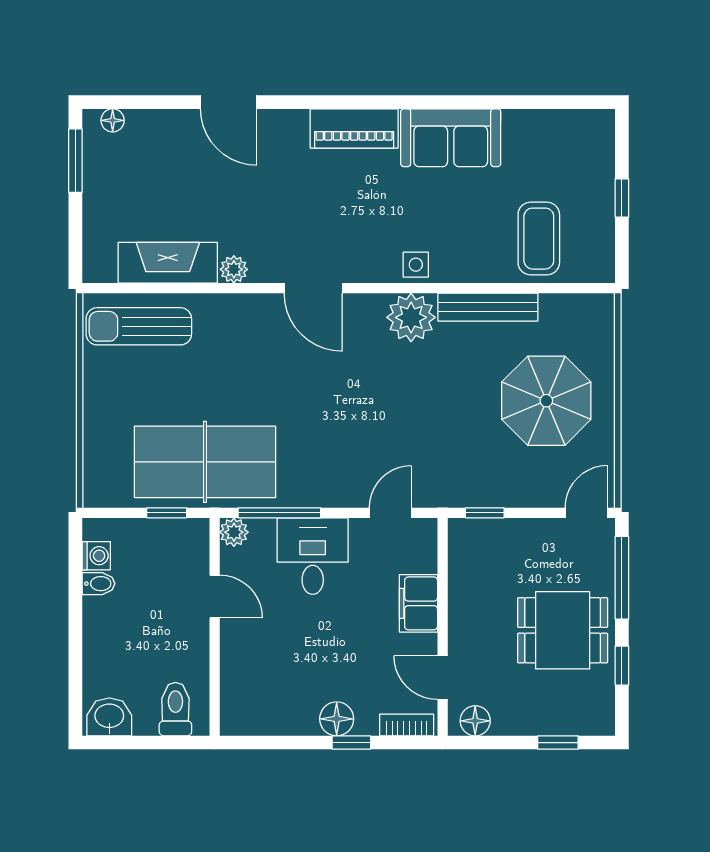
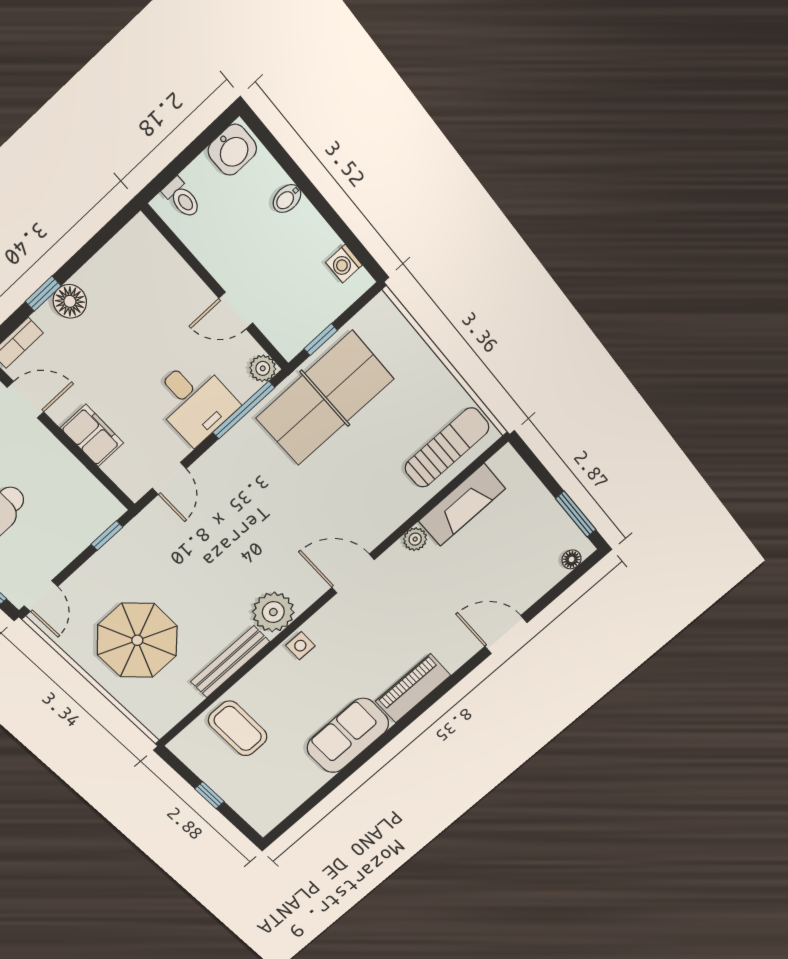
bidet: (98, 584) -> (287, 199), moved
toilet: (175, 709) -> (182, 198), width x0.73, depth x0.72

